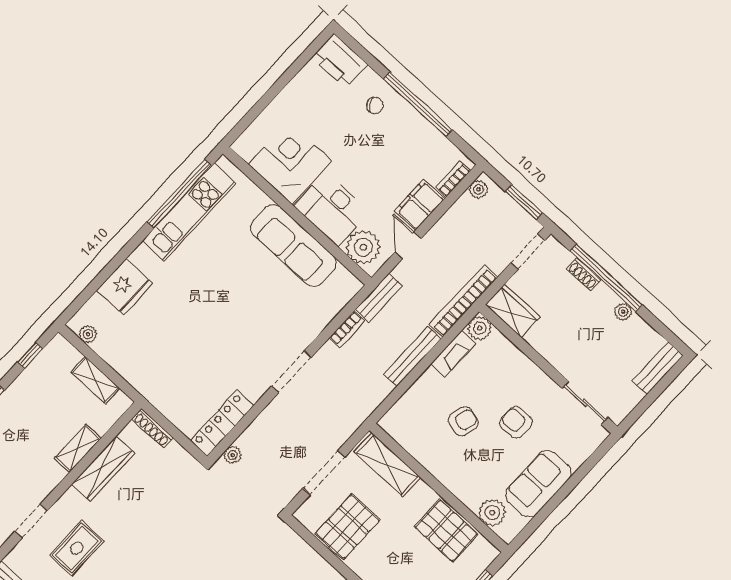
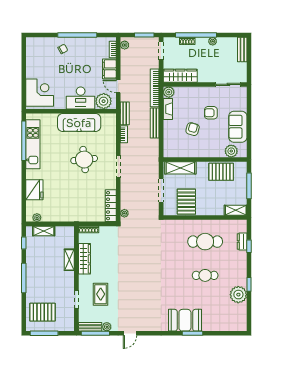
printer: (340, 61) -> (37, 45), removed
corner desk: (290, 163) -> (40, 93), moved, turned 90
round table: (247, 311) -> (84, 160), added
wardrobe: (513, 311) -> (180, 76), width x1.50
shelving: (95, 380) -> (44, 231), moved

